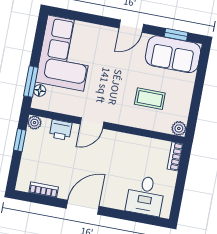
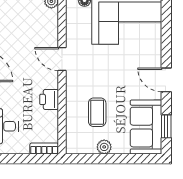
plant: (179, 128) -> (104, 147), moved
printer: (61, 130) -> (49, 99), moved

